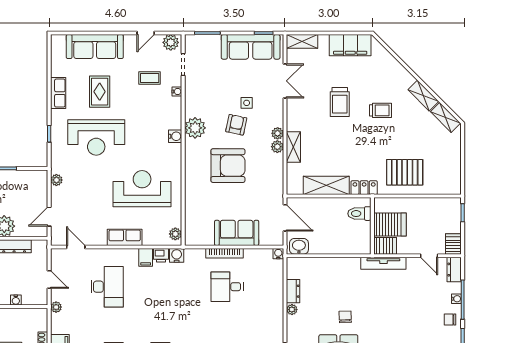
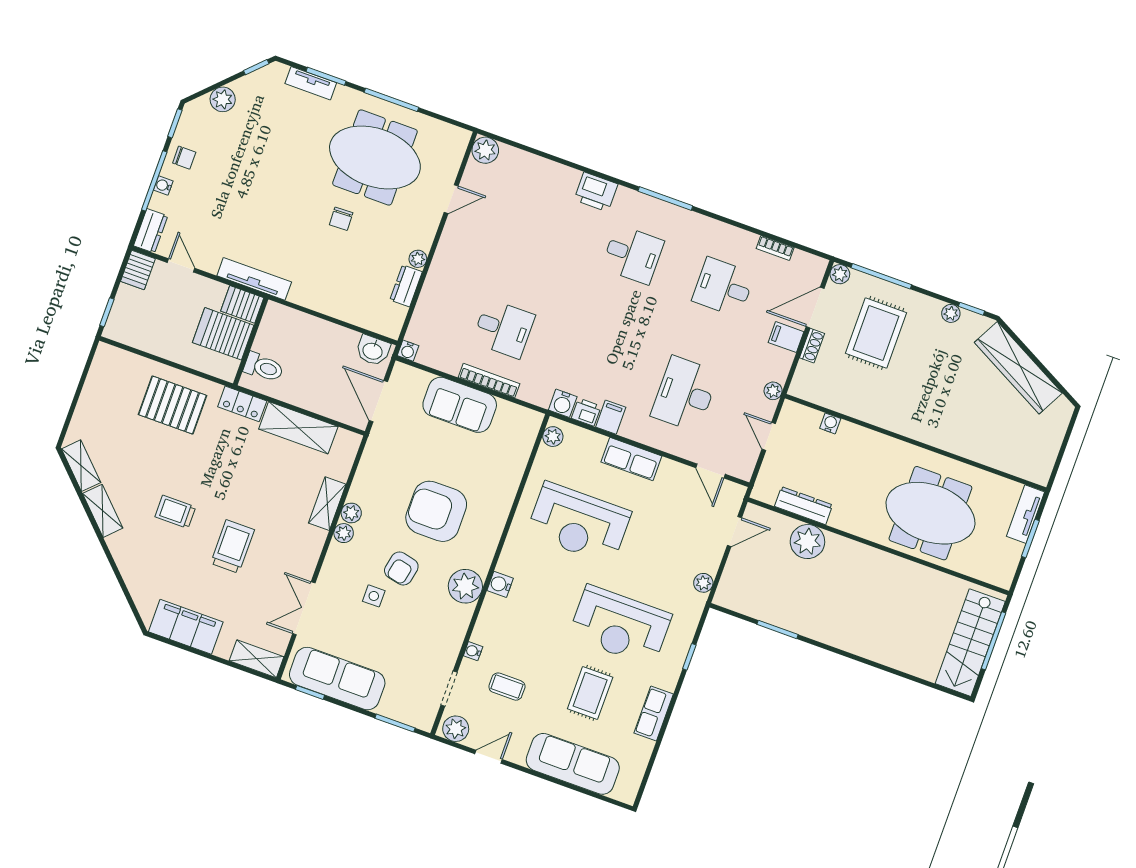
reception desk: (96, 137) -> (620, 626), turned 180

